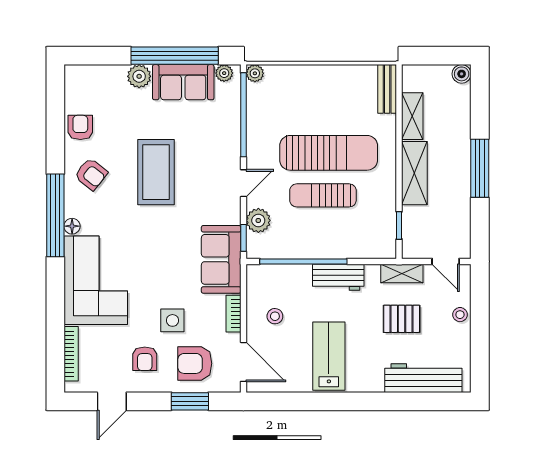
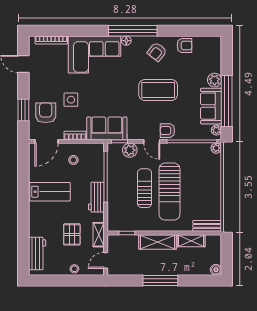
armchair: (145, 359) -> (167, 131), moved
workbench: (423, 378) -> (37, 253), width x0.73

